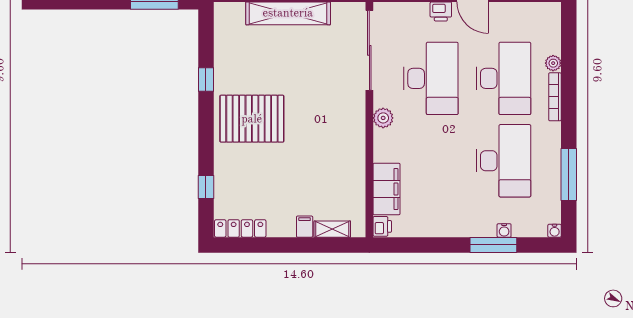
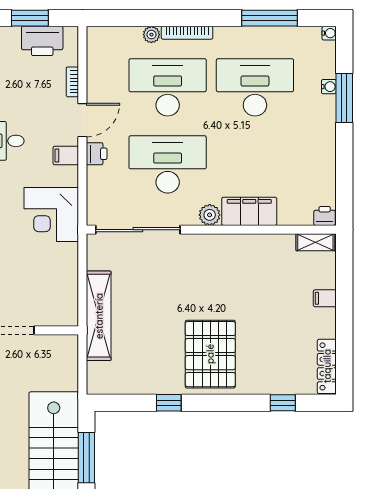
filing cabinet: (387, 189) -> (249, 211), moved
shelving: (332, 229) -> (315, 242), moved, turned 90

